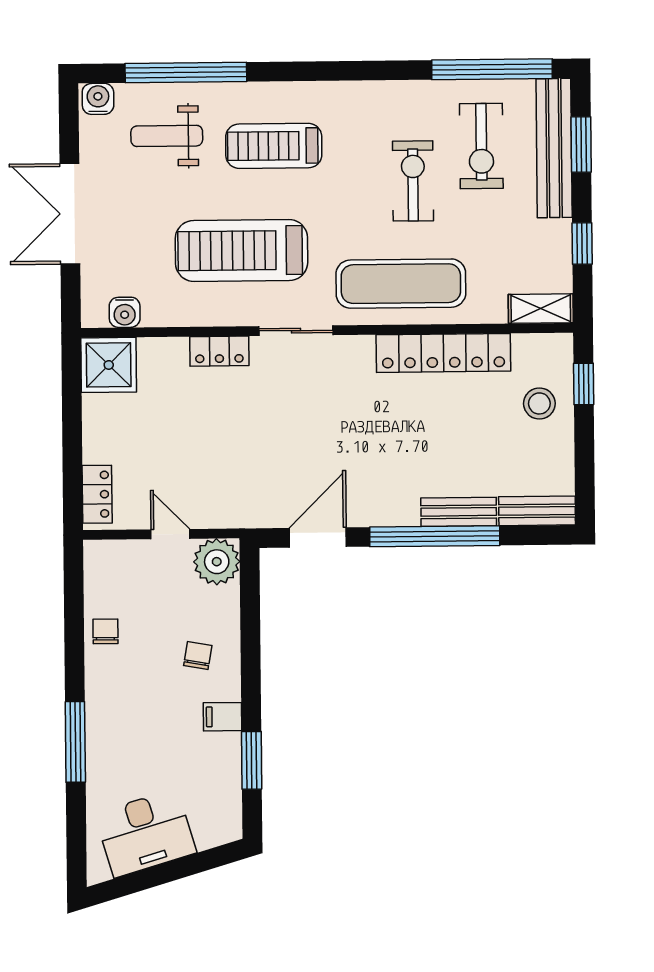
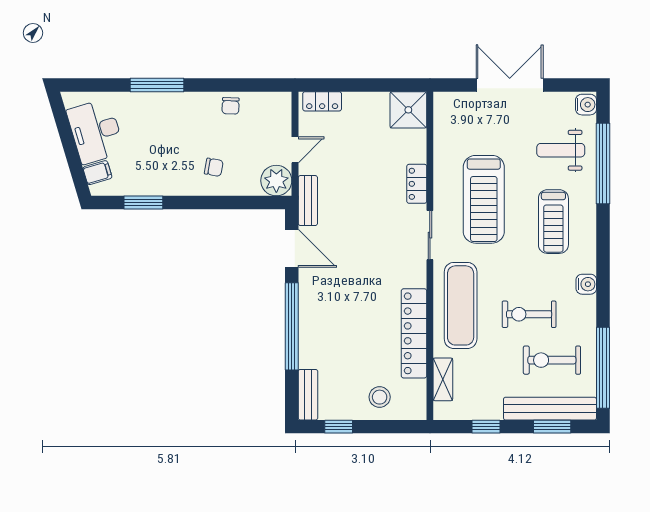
weight bench: (167, 136) -> (561, 150), turned -90
treadmill: (274, 146) -> (553, 222), turned 180
exercise bike: (413, 181) -> (529, 314), turned 180
treadmill: (241, 250) -> (484, 199), turned 180
shelving: (541, 309) -> (443, 379), moved
water cooler: (125, 312) -> (586, 284), moved, turned 180
window: (584, 384) -> (339, 427), moved
bench: (459, 512) -> (308, 201), moved
chair: (105, 631) -> (231, 106), turned 92
filing cabinet: (222, 717) -> (97, 173), moved, turned 73

